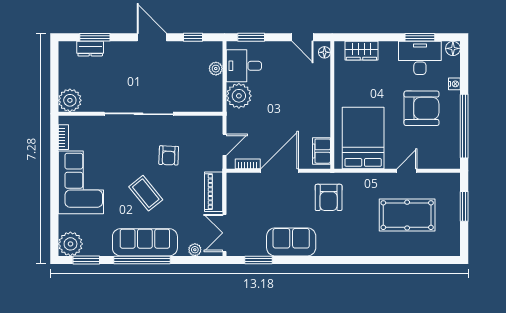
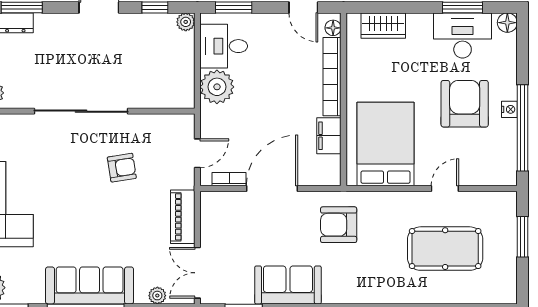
plant: (216, 69) -> (186, 22), moved
nightstand: (454, 84) -> (509, 109), moved
bookcase: (324, 88) -> (332, 77), added
armchair: (422, 108) -> (465, 104), turned -90
filing cabinet: (321, 151) -> (329, 136), moved
armchair: (169, 155) -> (122, 168), turned -101
coffee table: (146, 193) -> (91, 219), removed
armchair: (329, 197) -> (339, 225), turned 90

